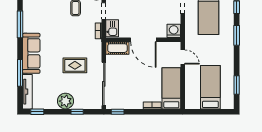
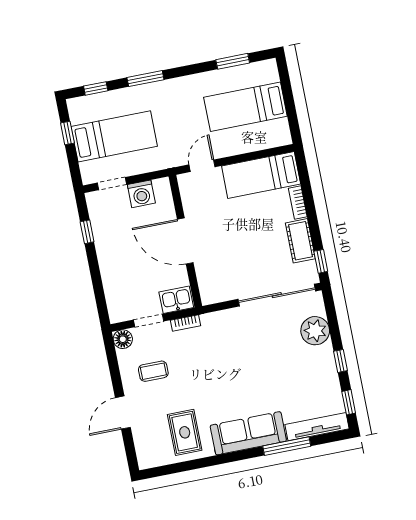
window: (20, 24) -> (201, 463), removed
washing machine: (174, 31) -> (141, 194), moved, turned -90
door: (143, 40) -> (185, 241), swing flipped
cot: (117, 48) -> (300, 241), moved
rug: (75, 65) -> (185, 432), moved
plant: (65, 101) -> (315, 331), moved
window: (77, 112) -> (341, 361), moved

